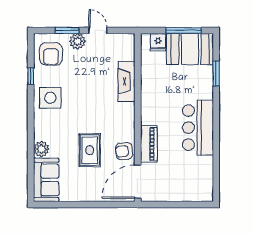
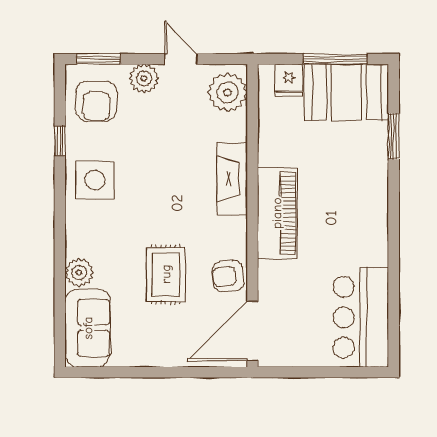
window: (67, 30) -> (98, 59), moved
plant: (124, 49) -> (228, 92), added
fireplace: (127, 81) -> (232, 179), moved
bar counter: (198, 128) -> (361, 317), moved
piano: (149, 144) -> (277, 213), moved, width x1.37, depth x1.33

